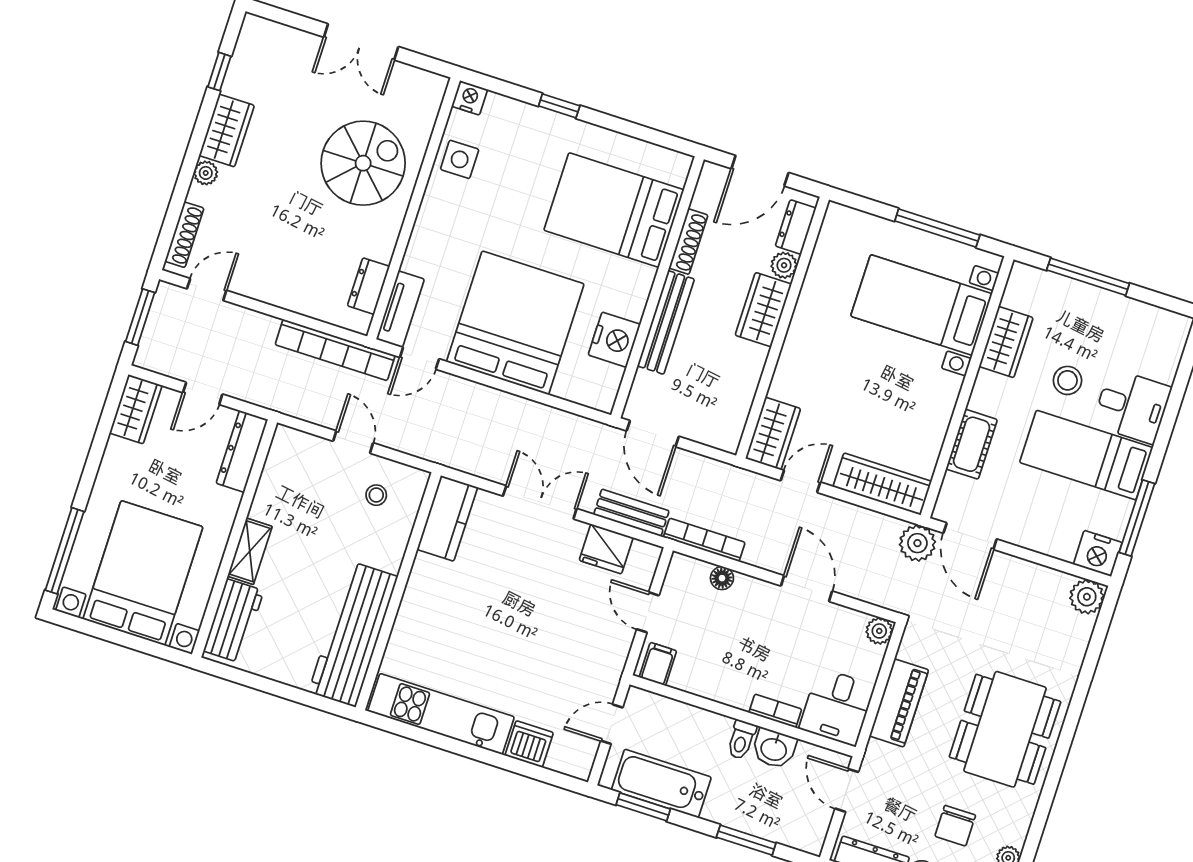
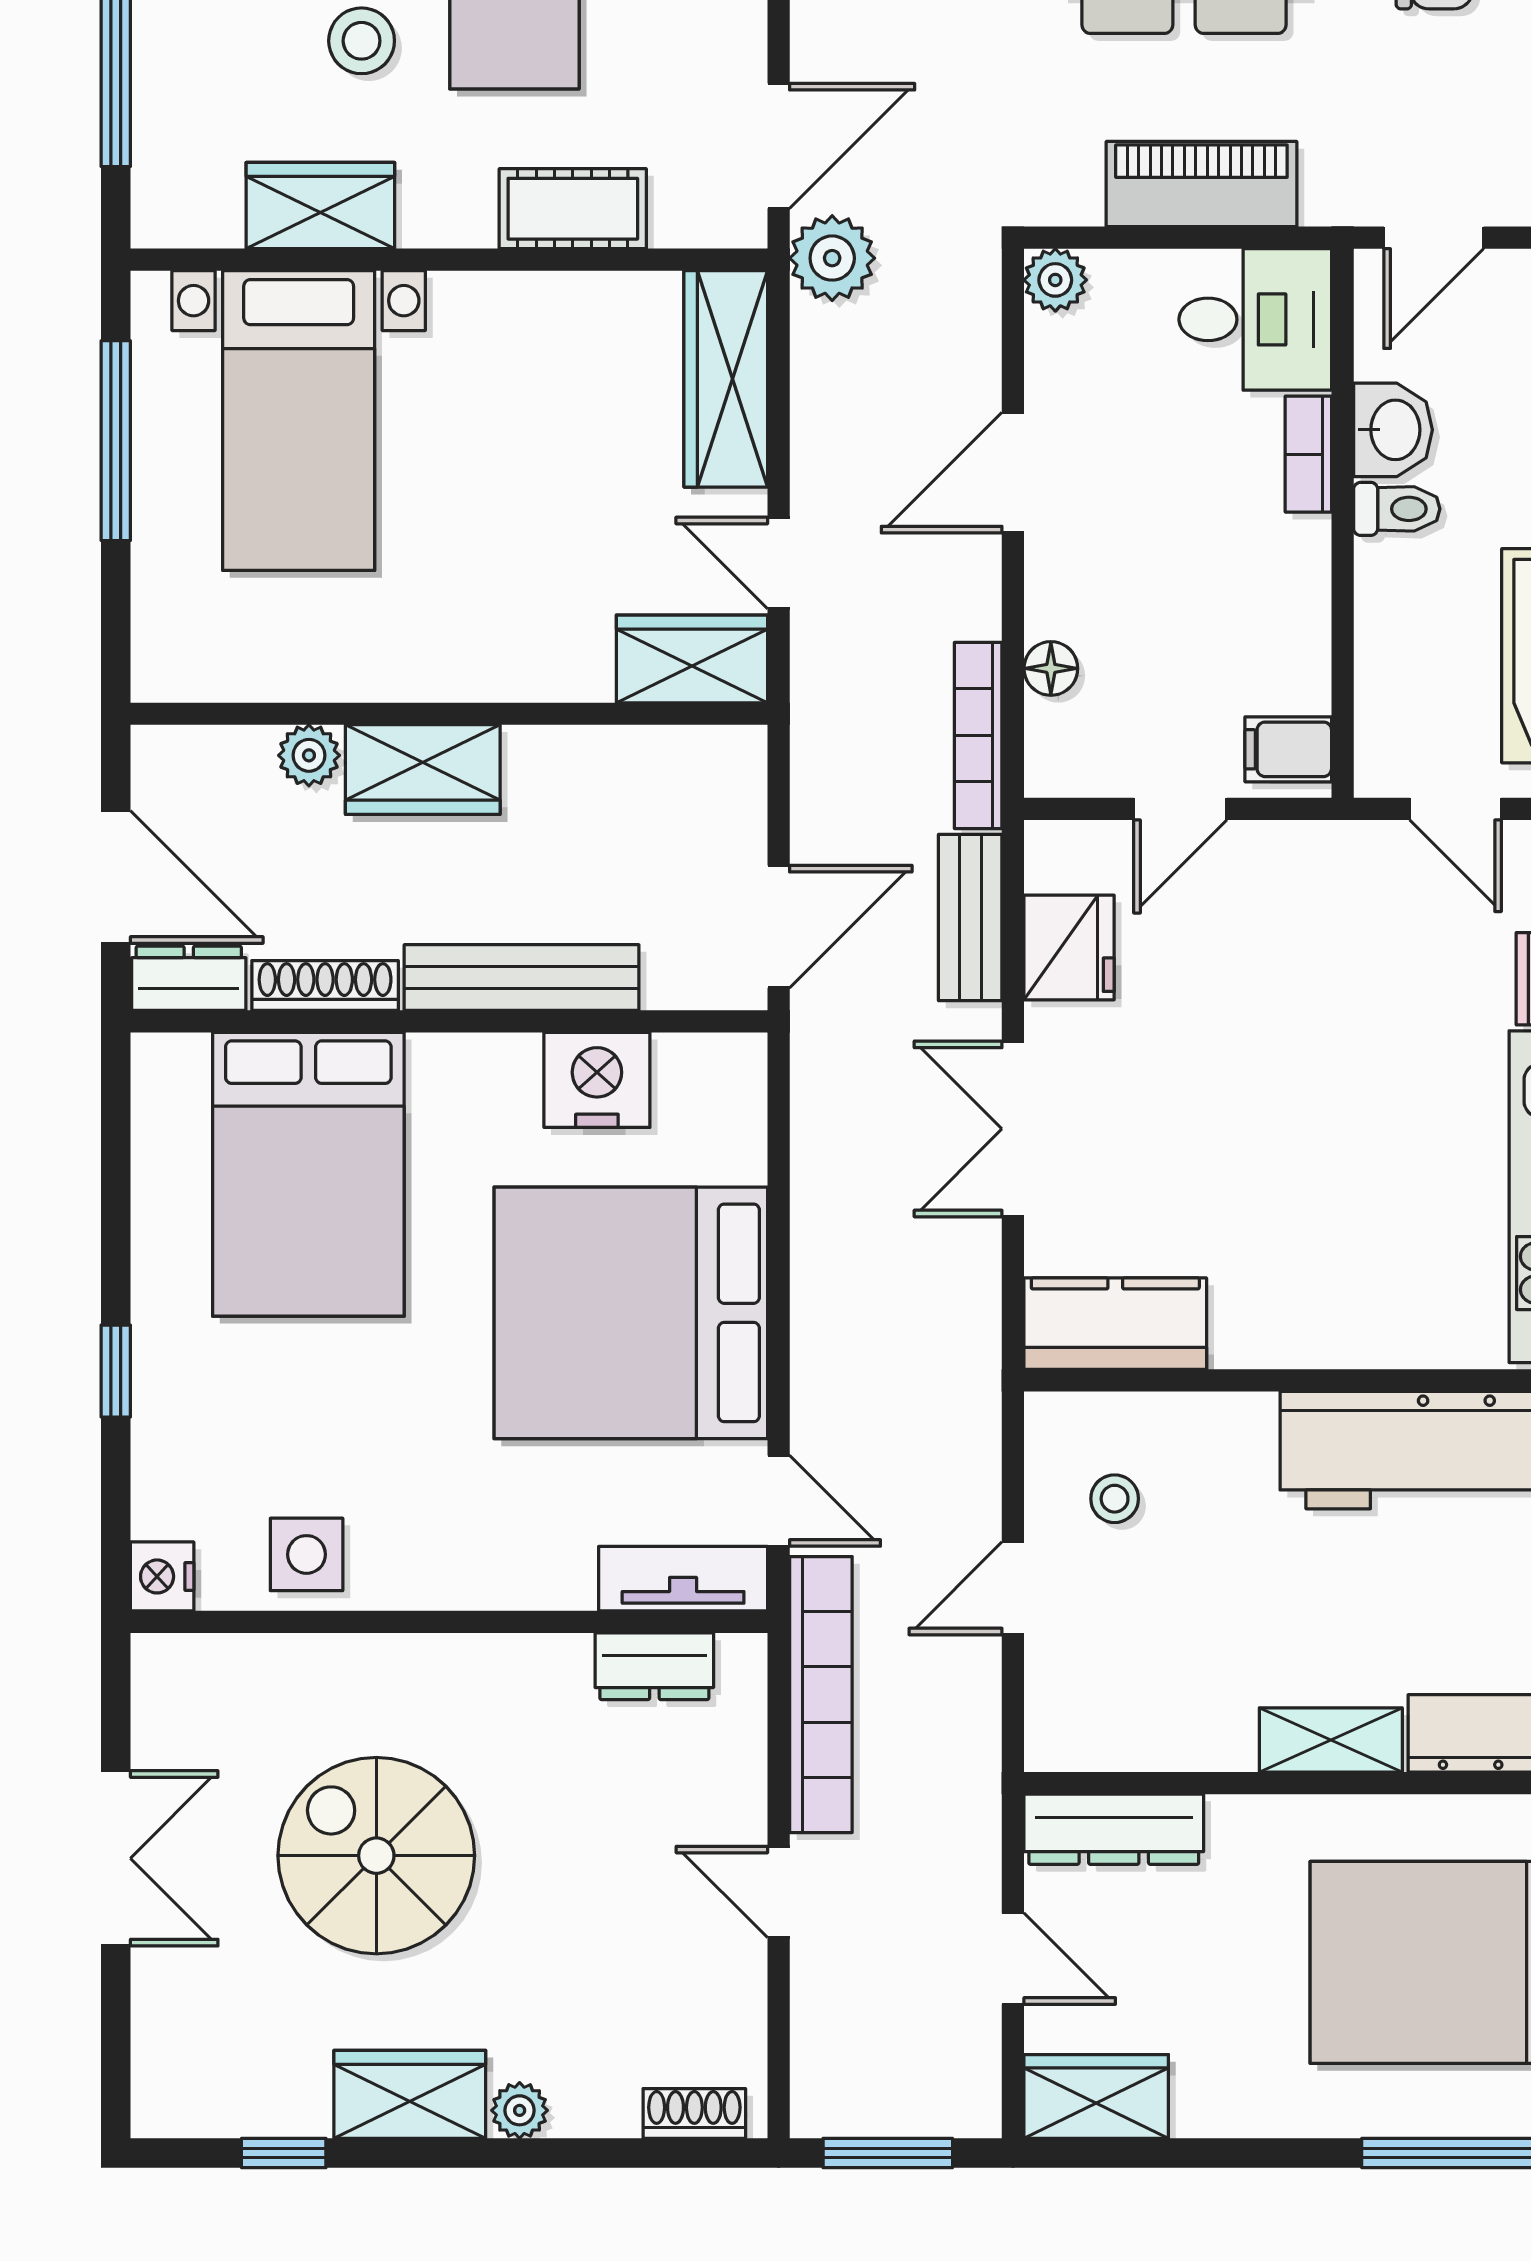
spiral stairs: (363, 163) -> (376, 1856), moved
dresser: (796, 227) -> (189, 978), moved, turned 180
shoe rack: (184, 235) -> (694, 2113), width x0.70
door: (207, 290) -> (779, 1892), moved

